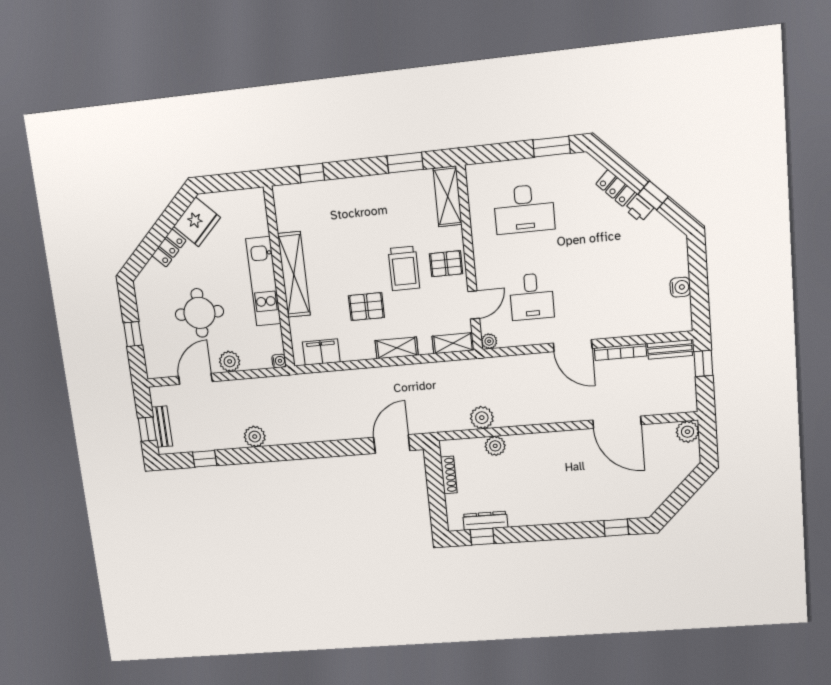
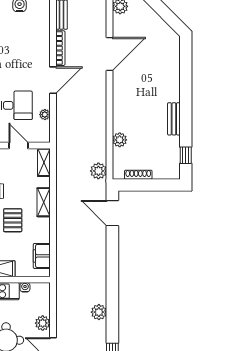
plant: (489, 341) -> (45, 115), moved
water cooler: (279, 361) -> (25, 287), moved
plant: (482, 418) -> (98, 171), moved
bench: (531, 517) -> (174, 119), added
dresser: (485, 521) -> (174, 152), removed
window: (616, 528) -> (186, 60), removed

